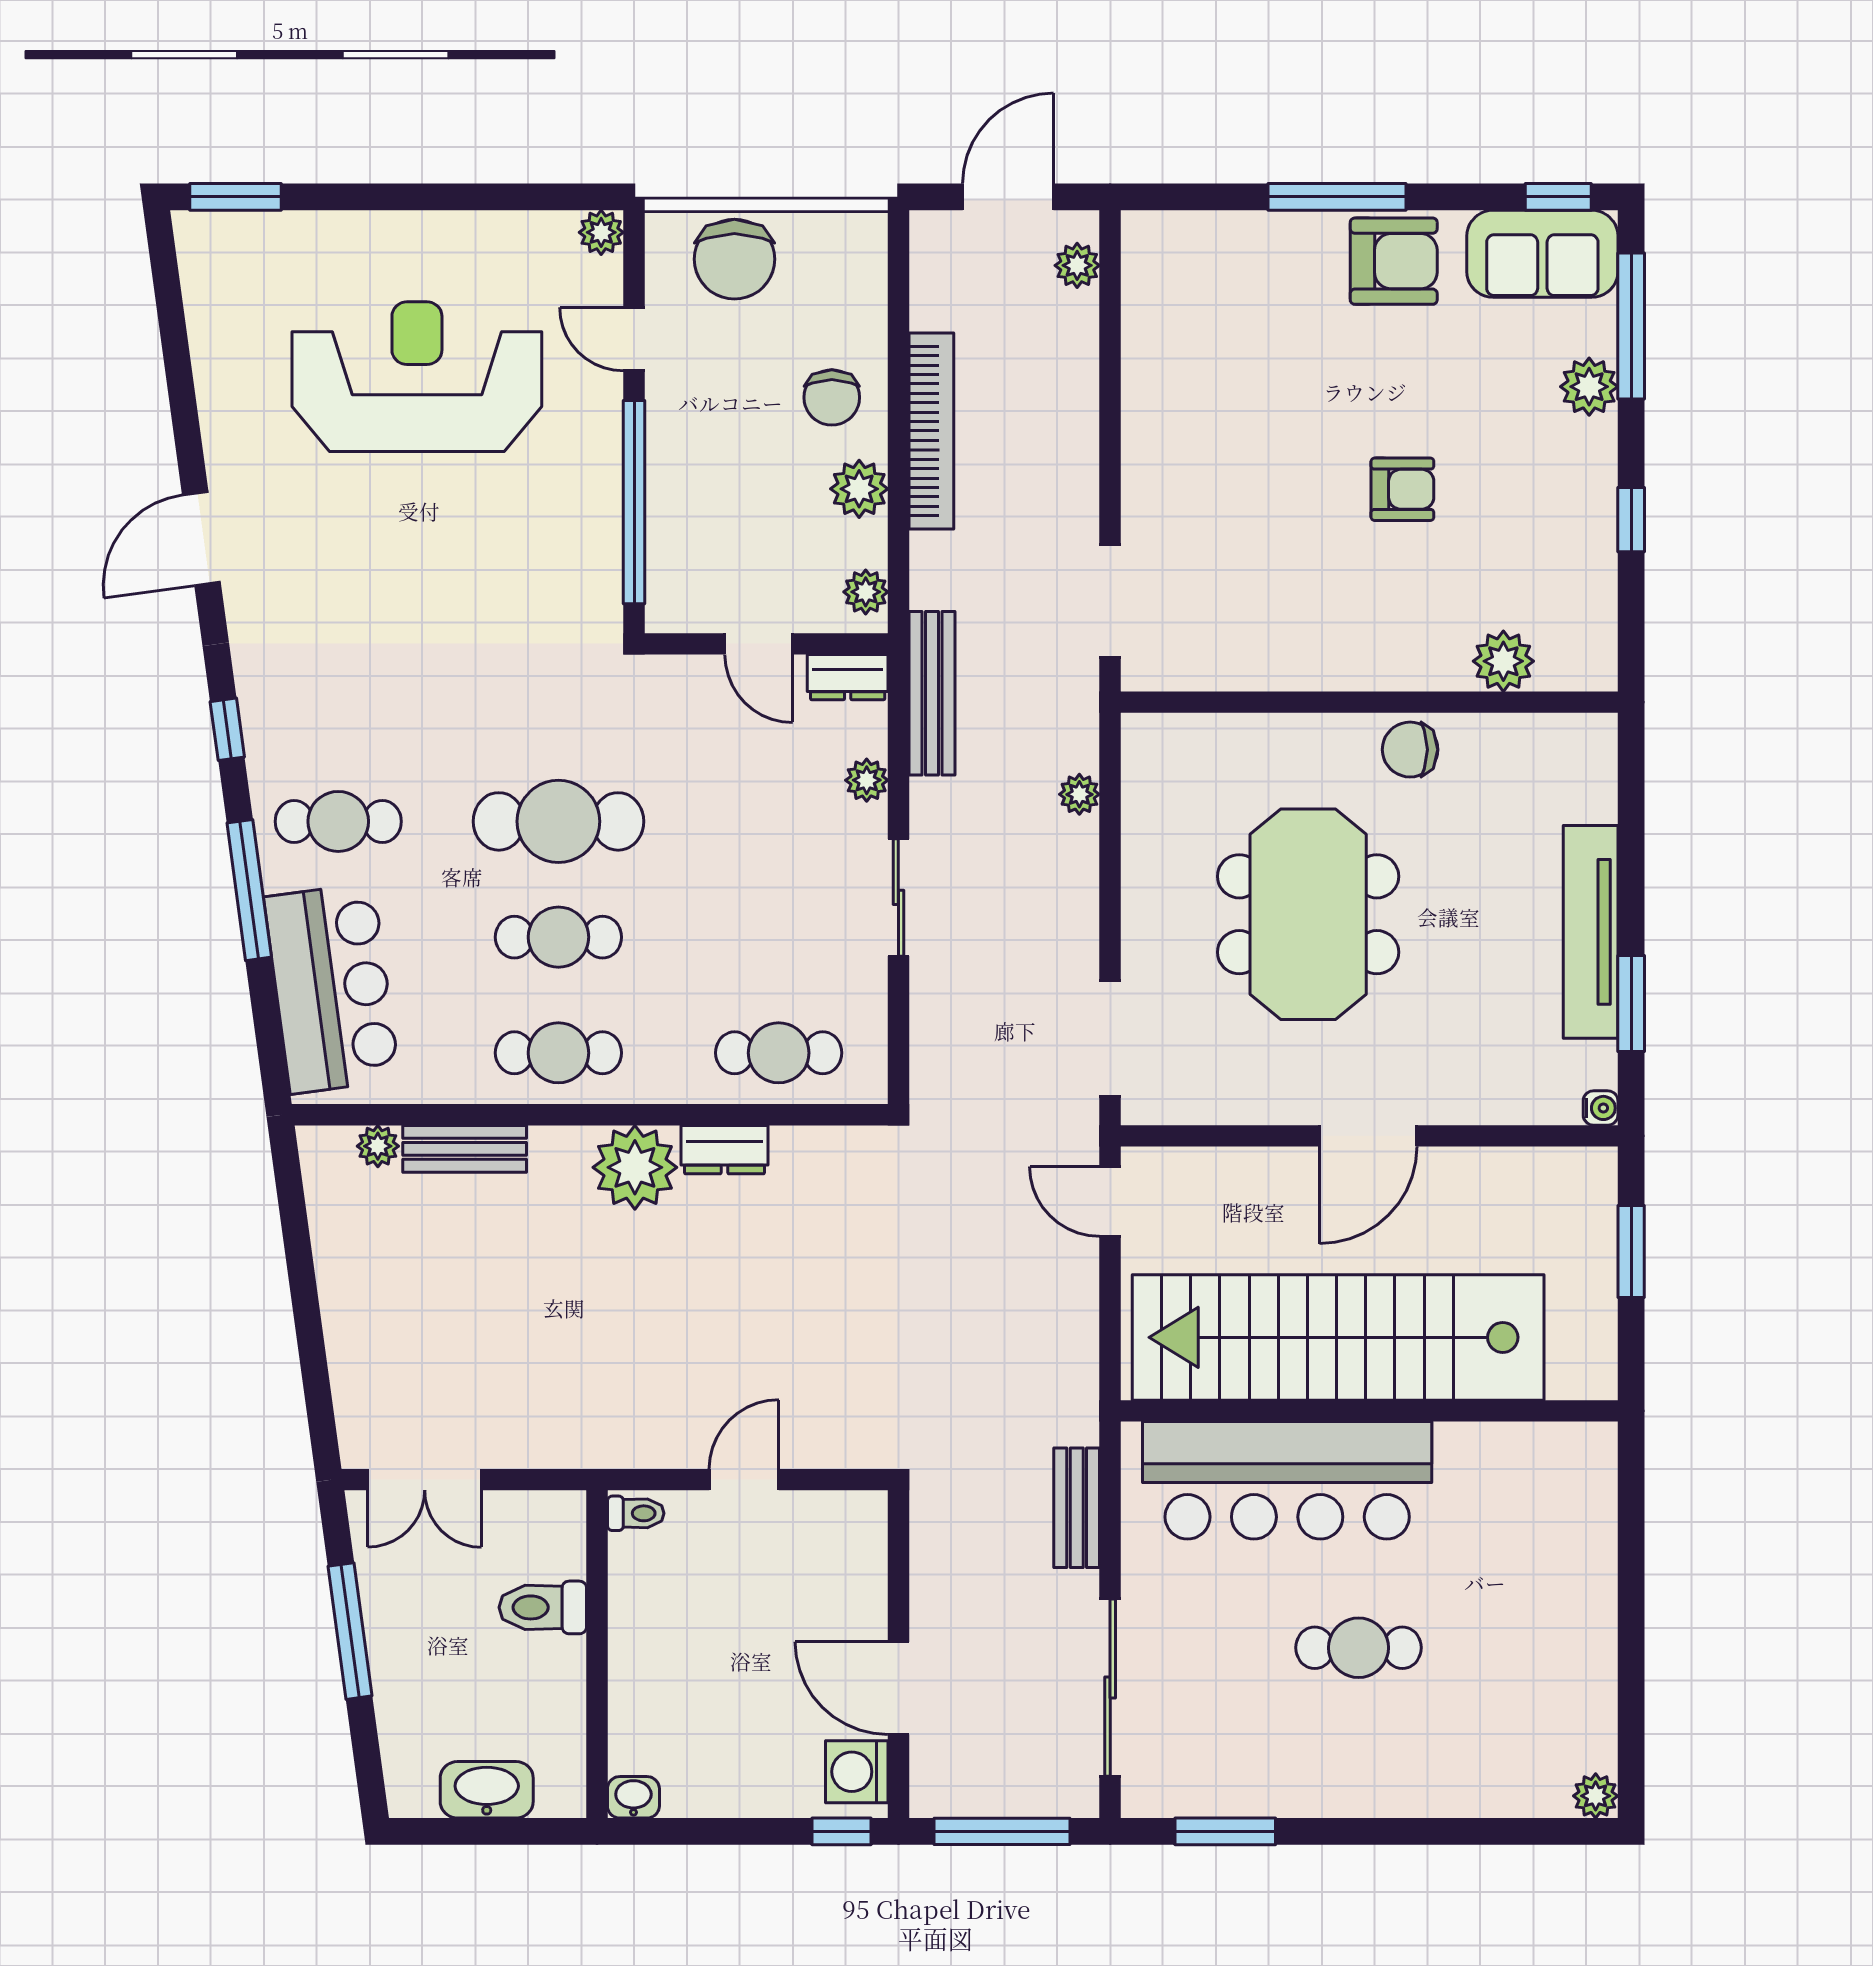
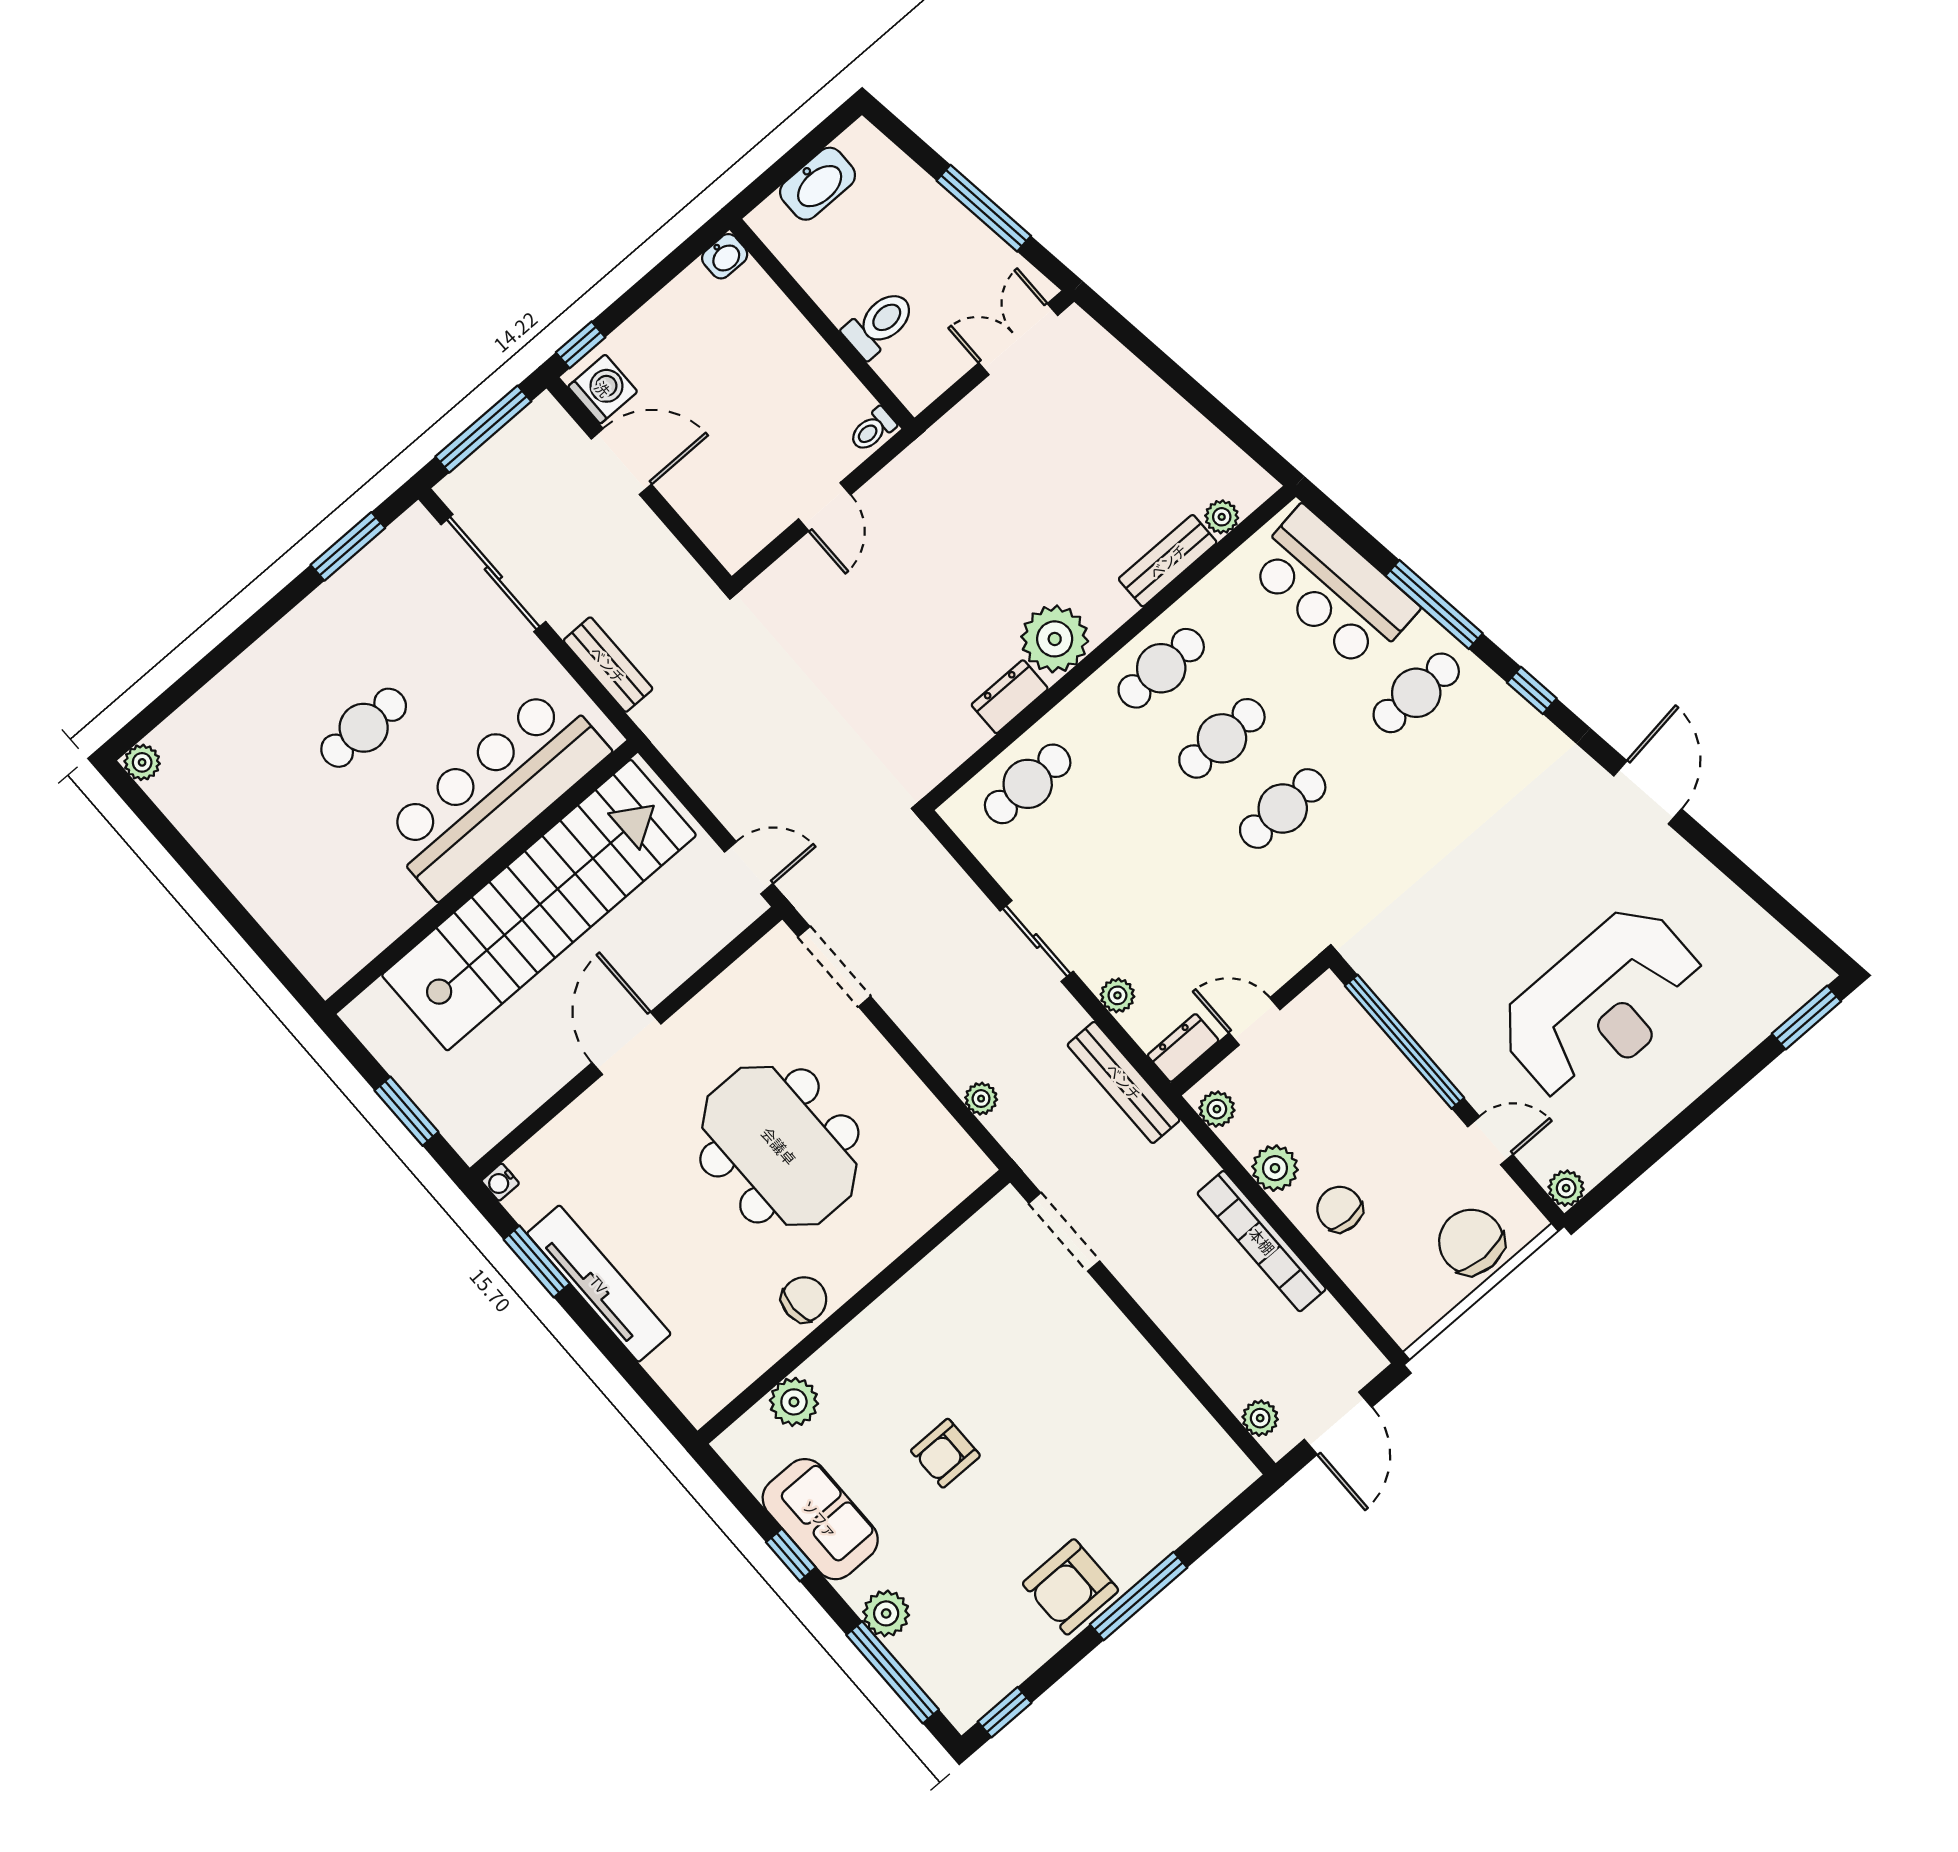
sofa: (1542, 254) -> (820, 1519), moved, turned 90
cafe table: (558, 821) -> (1283, 808), width x0.73, depth x0.74

